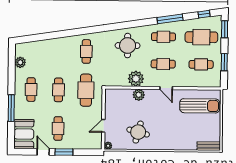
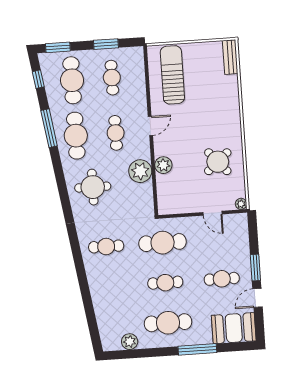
cafe table: (163, 37) -> (76, 136), width x1.37, depth x1.35
cafe table: (31, 90) -> (168, 323), width x1.37, depth x1.35
round table: (138, 132) -> (218, 162), turned 34

